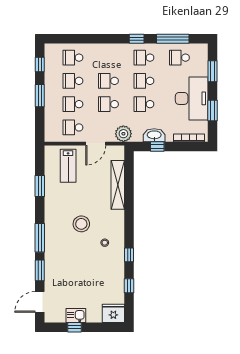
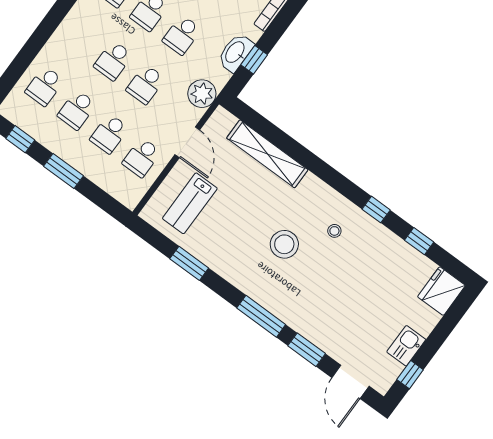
lab bench: (68, 166) -> (190, 203), turned 90
window: (74, 327) -> (410, 375), moved

